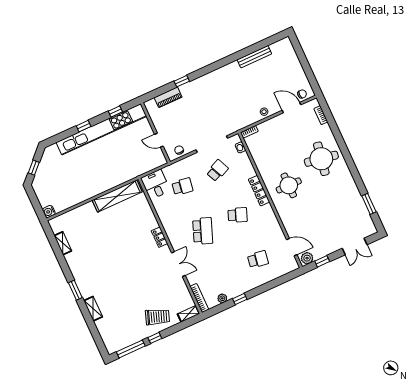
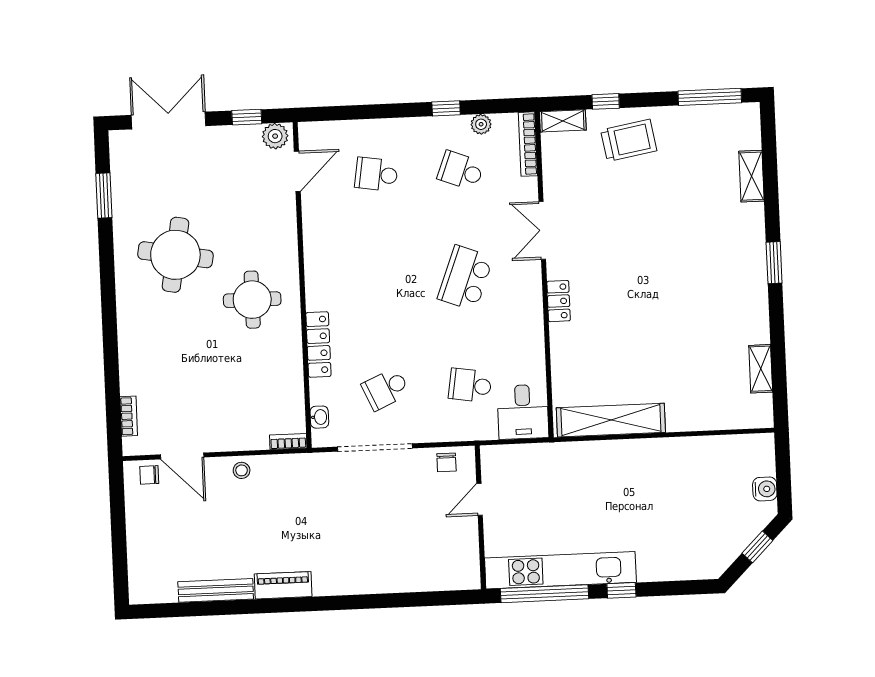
window: (182, 81) -> (384, 601), removed
piano: (168, 97) -> (283, 585), moved
window: (115, 112) -> (545, 594), width x3.17
kitchen unit: (101, 129) -> (560, 570), width x0.73
door: (159, 140) -> (480, 499), swing flipped
round table: (321, 159) -> (175, 255), moved
locker: (259, 191) -> (318, 345), moved
water cooler: (49, 212) -> (765, 489), moved
school desk: (238, 215) -> (461, 171), moved
double door: (355, 246) -> (168, 121), width x1.37
door: (292, 247) -> (297, 171), swing flipped
shelving: (93, 309) -> (752, 176), moved
trolley: (157, 317) -> (629, 140), turned 150
window: (155, 338) -> (606, 101), moved

